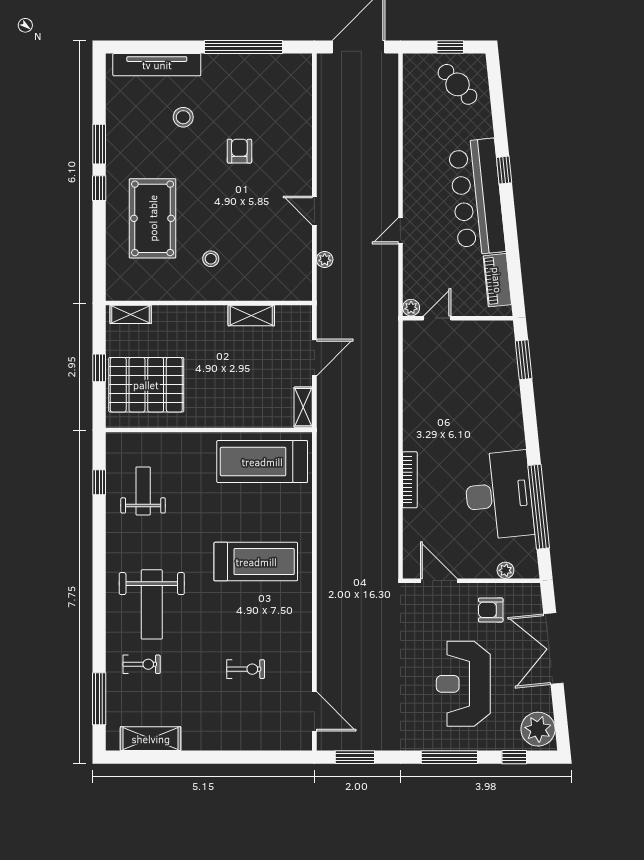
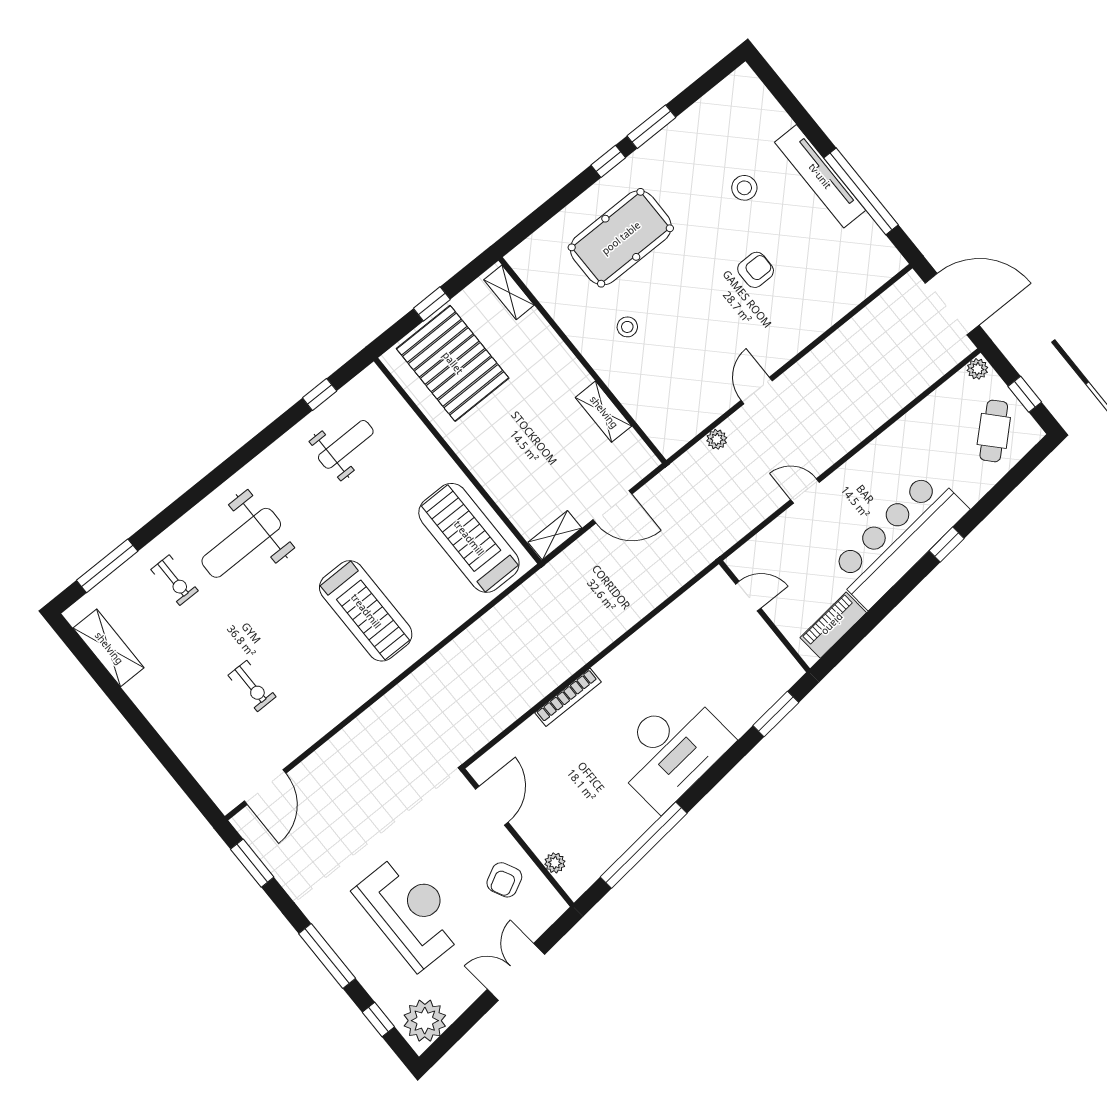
tv unit: (157, 65) -> (820, 176), moved
plant: (411, 308) -> (977, 369), moved
desk: (499, 495) -> (671, 750), moved
armchair: (491, 610) -> (504, 880), turned -117
double door: (553, 648) -> (516, 972), width x0.73
reception desk: (463, 684) -> (410, 911), turned 90

